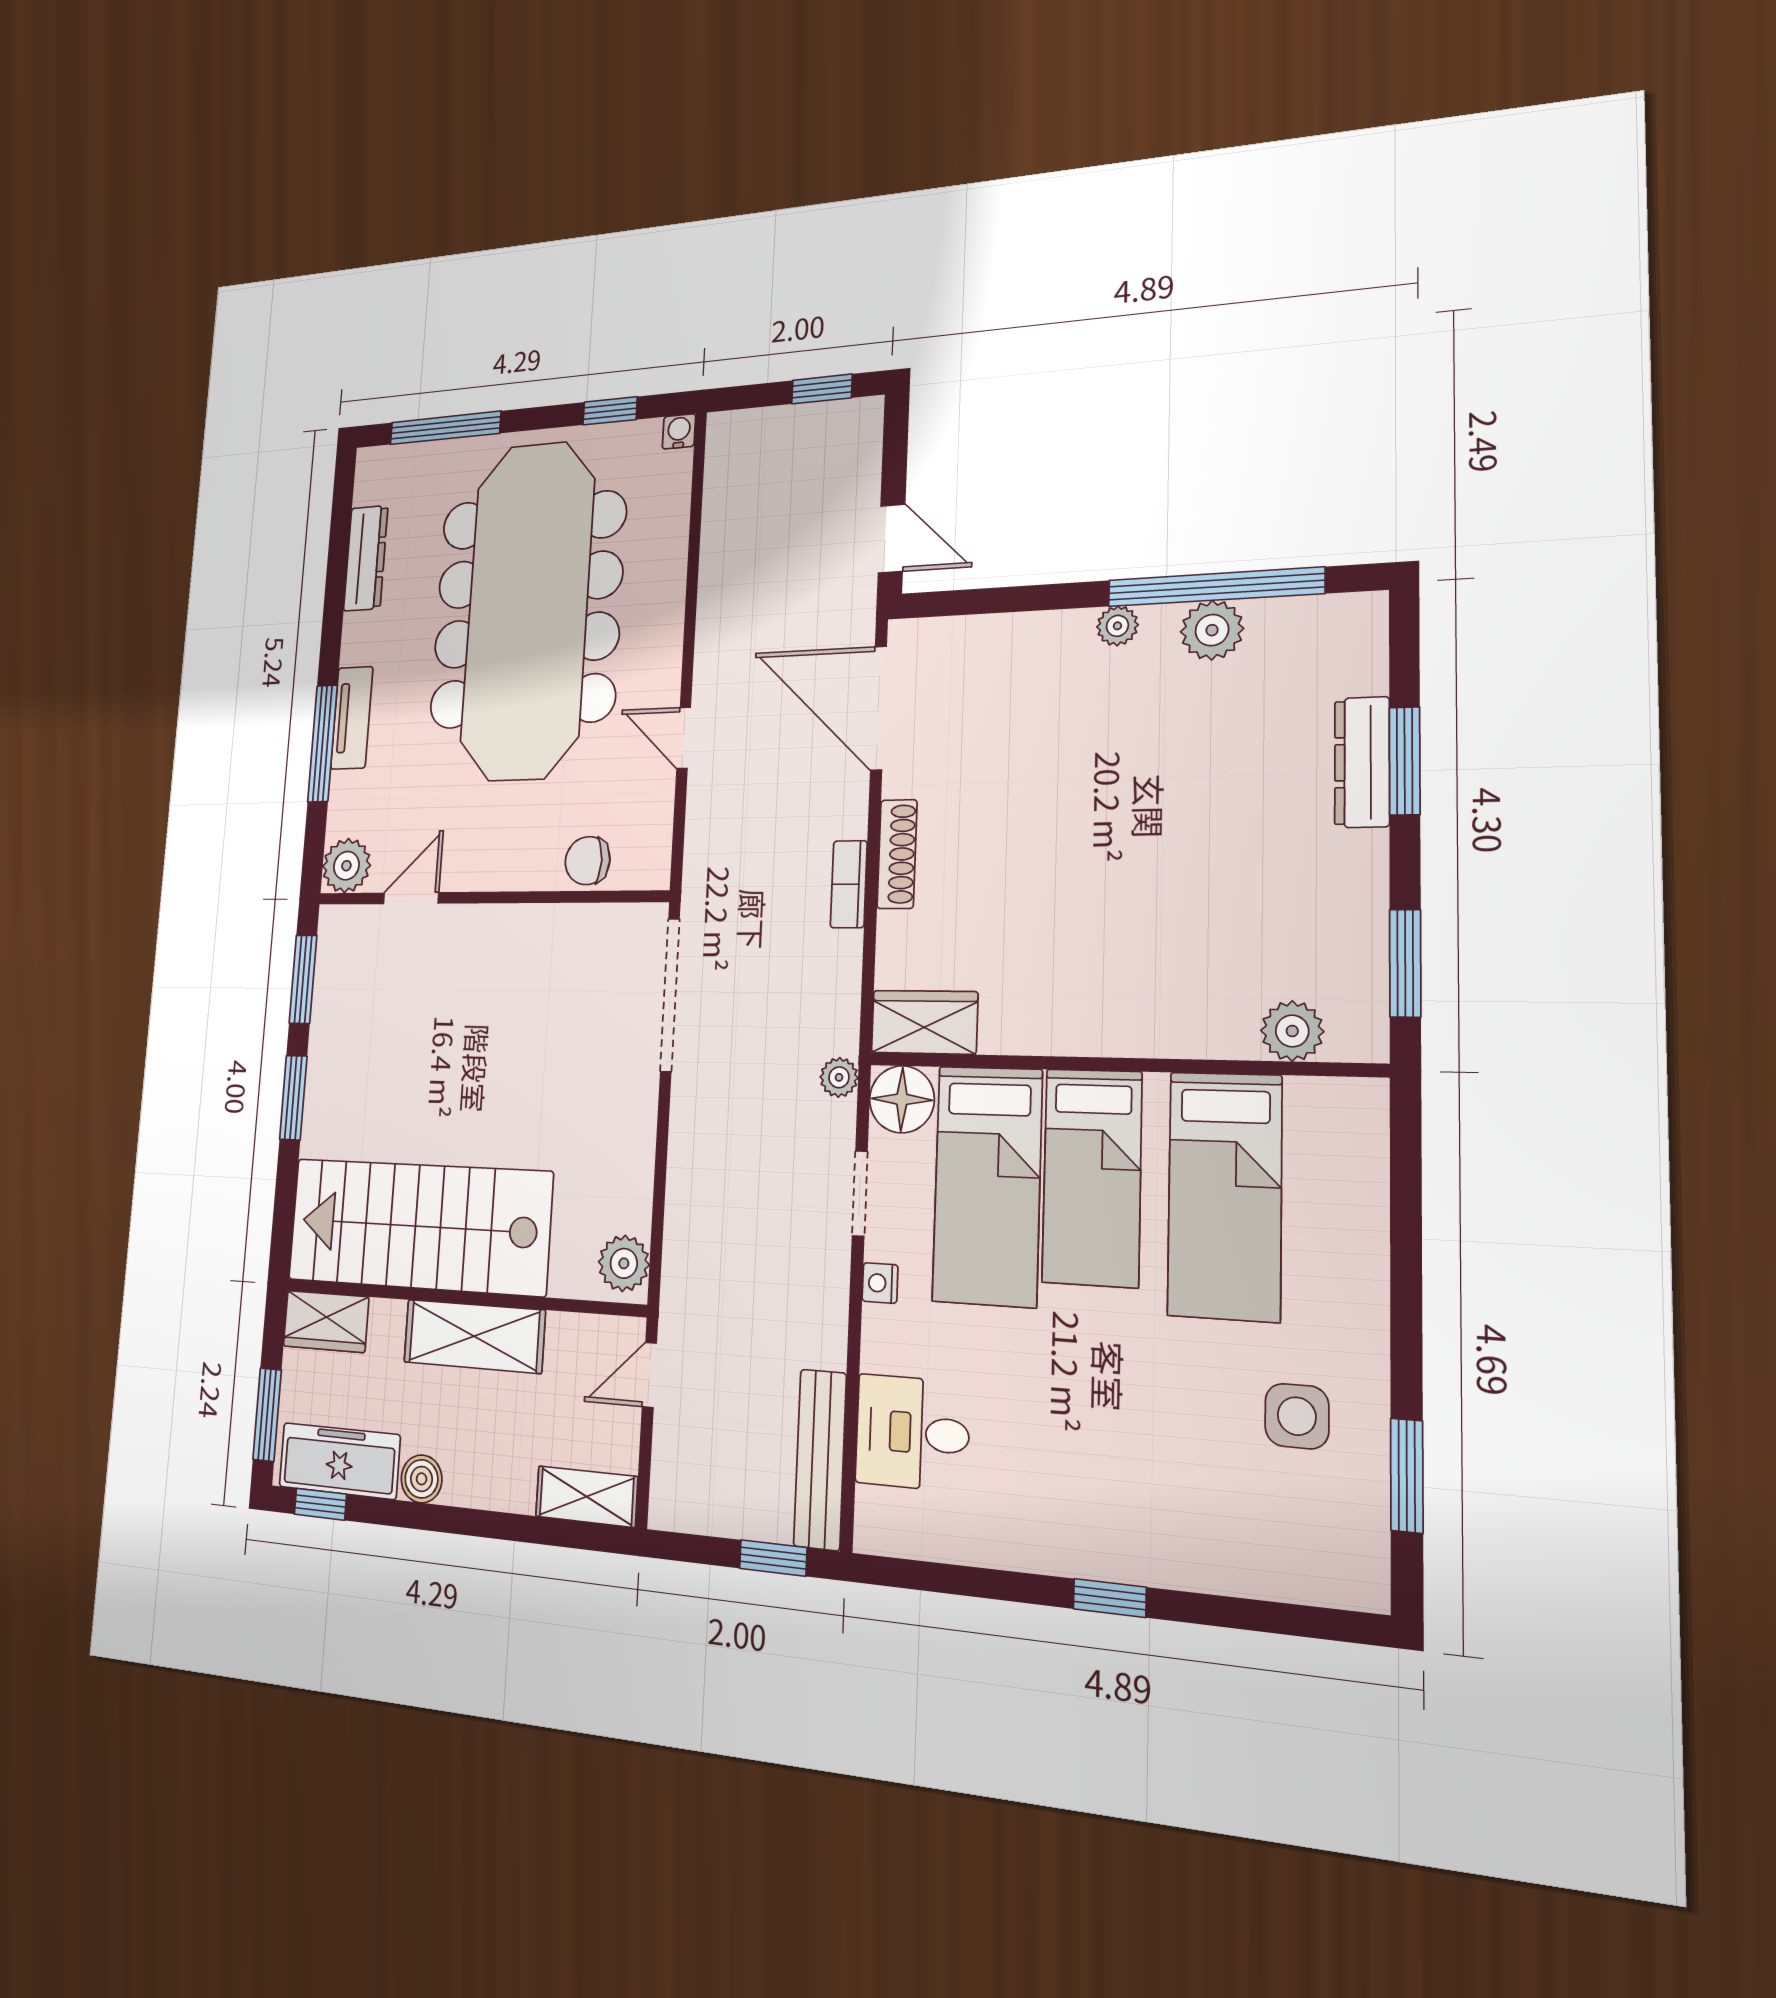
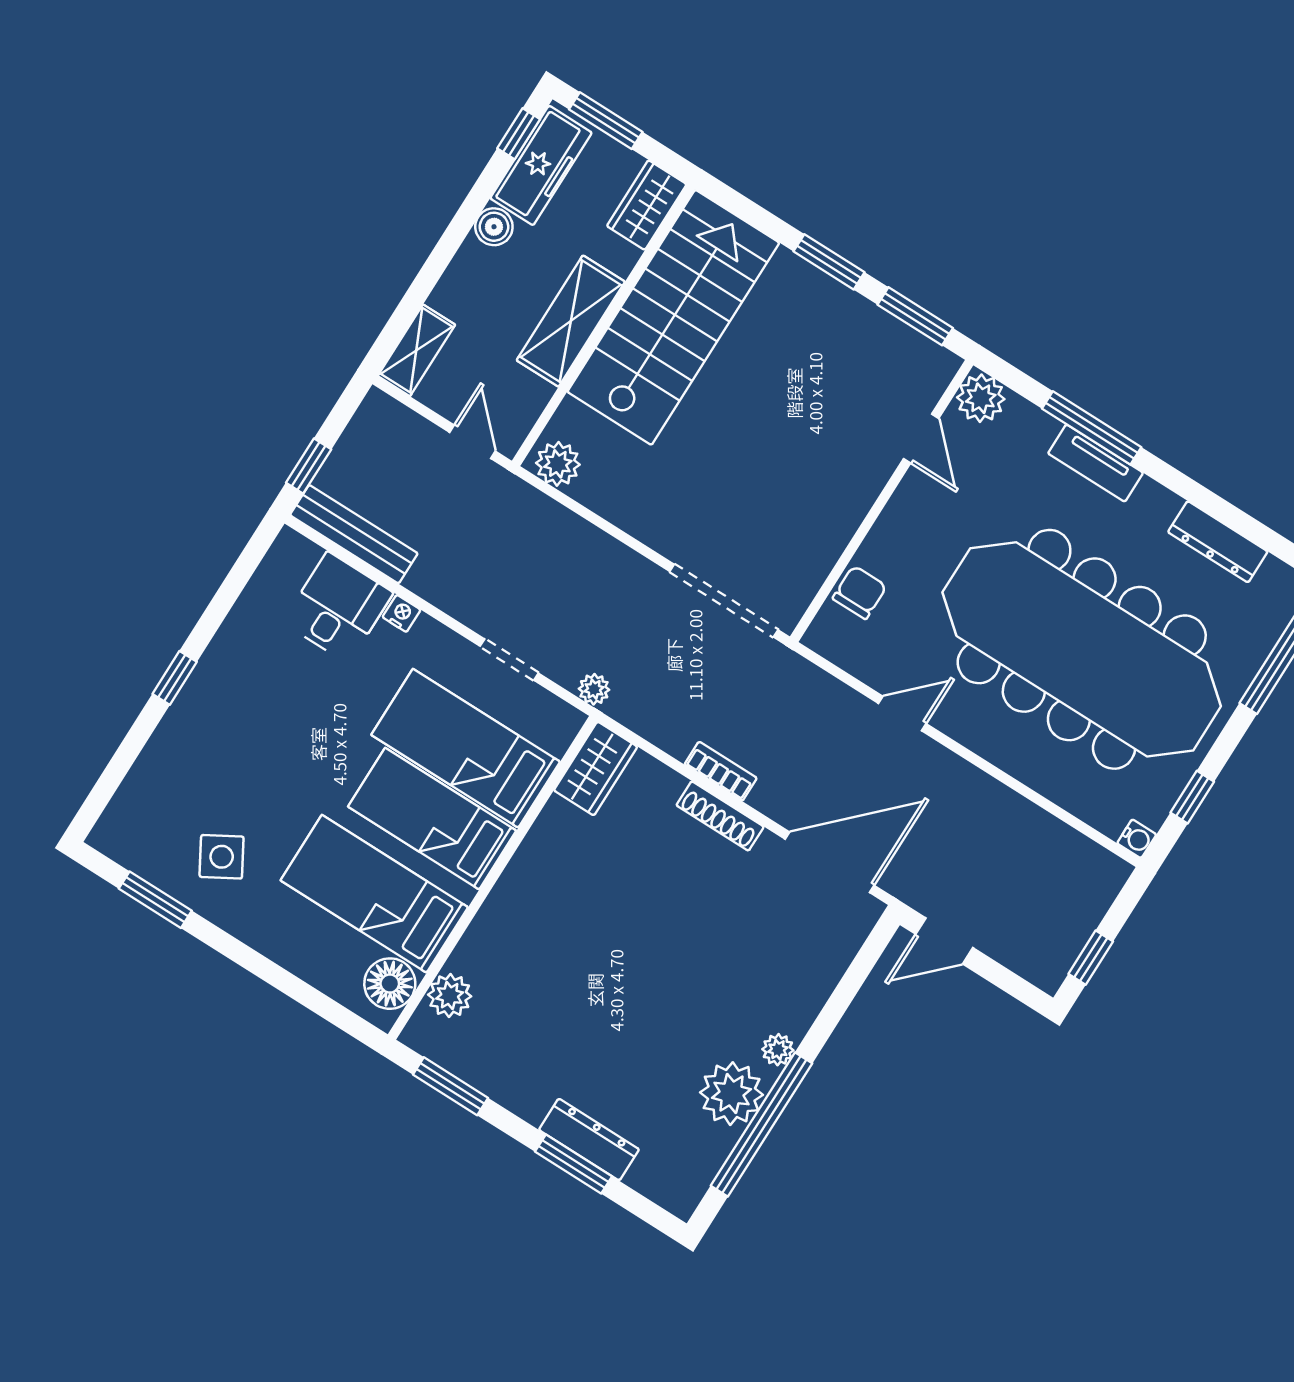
plant: (1212, 630) -> (731, 1094), width x1.36, depth x1.36
floor lamp: (902, 1099) -> (390, 984), moved
nightstand: (880, 1283) -> (402, 613), moved
side table: (1297, 1416) -> (222, 857), turned -30

